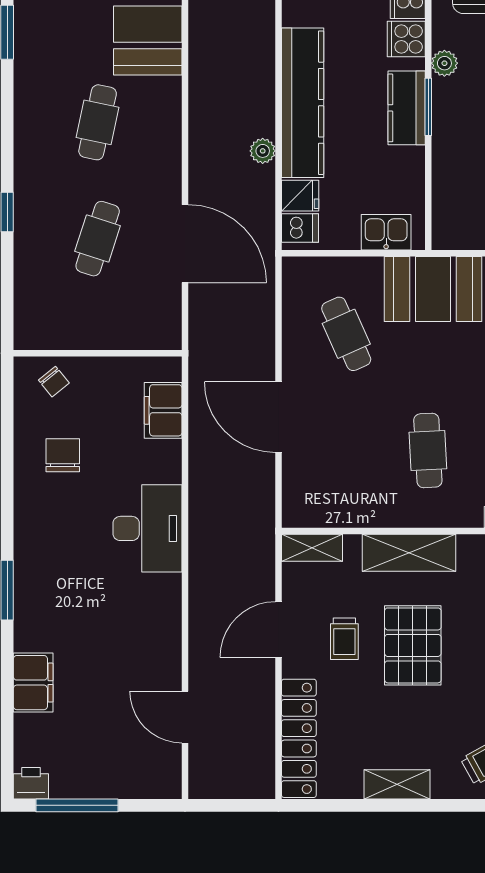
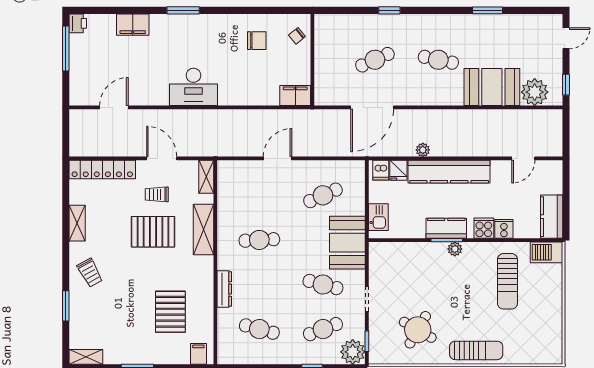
plant: (444, 63) -> (455, 249), moved
cafe table: (98, 239) -> (375, 60), turned -42
filing cabinet: (163, 410) -> (295, 95), moved
door: (279, 417) -> (278, 158), width x0.73
desk: (147, 528) -> (193, 87), moved

